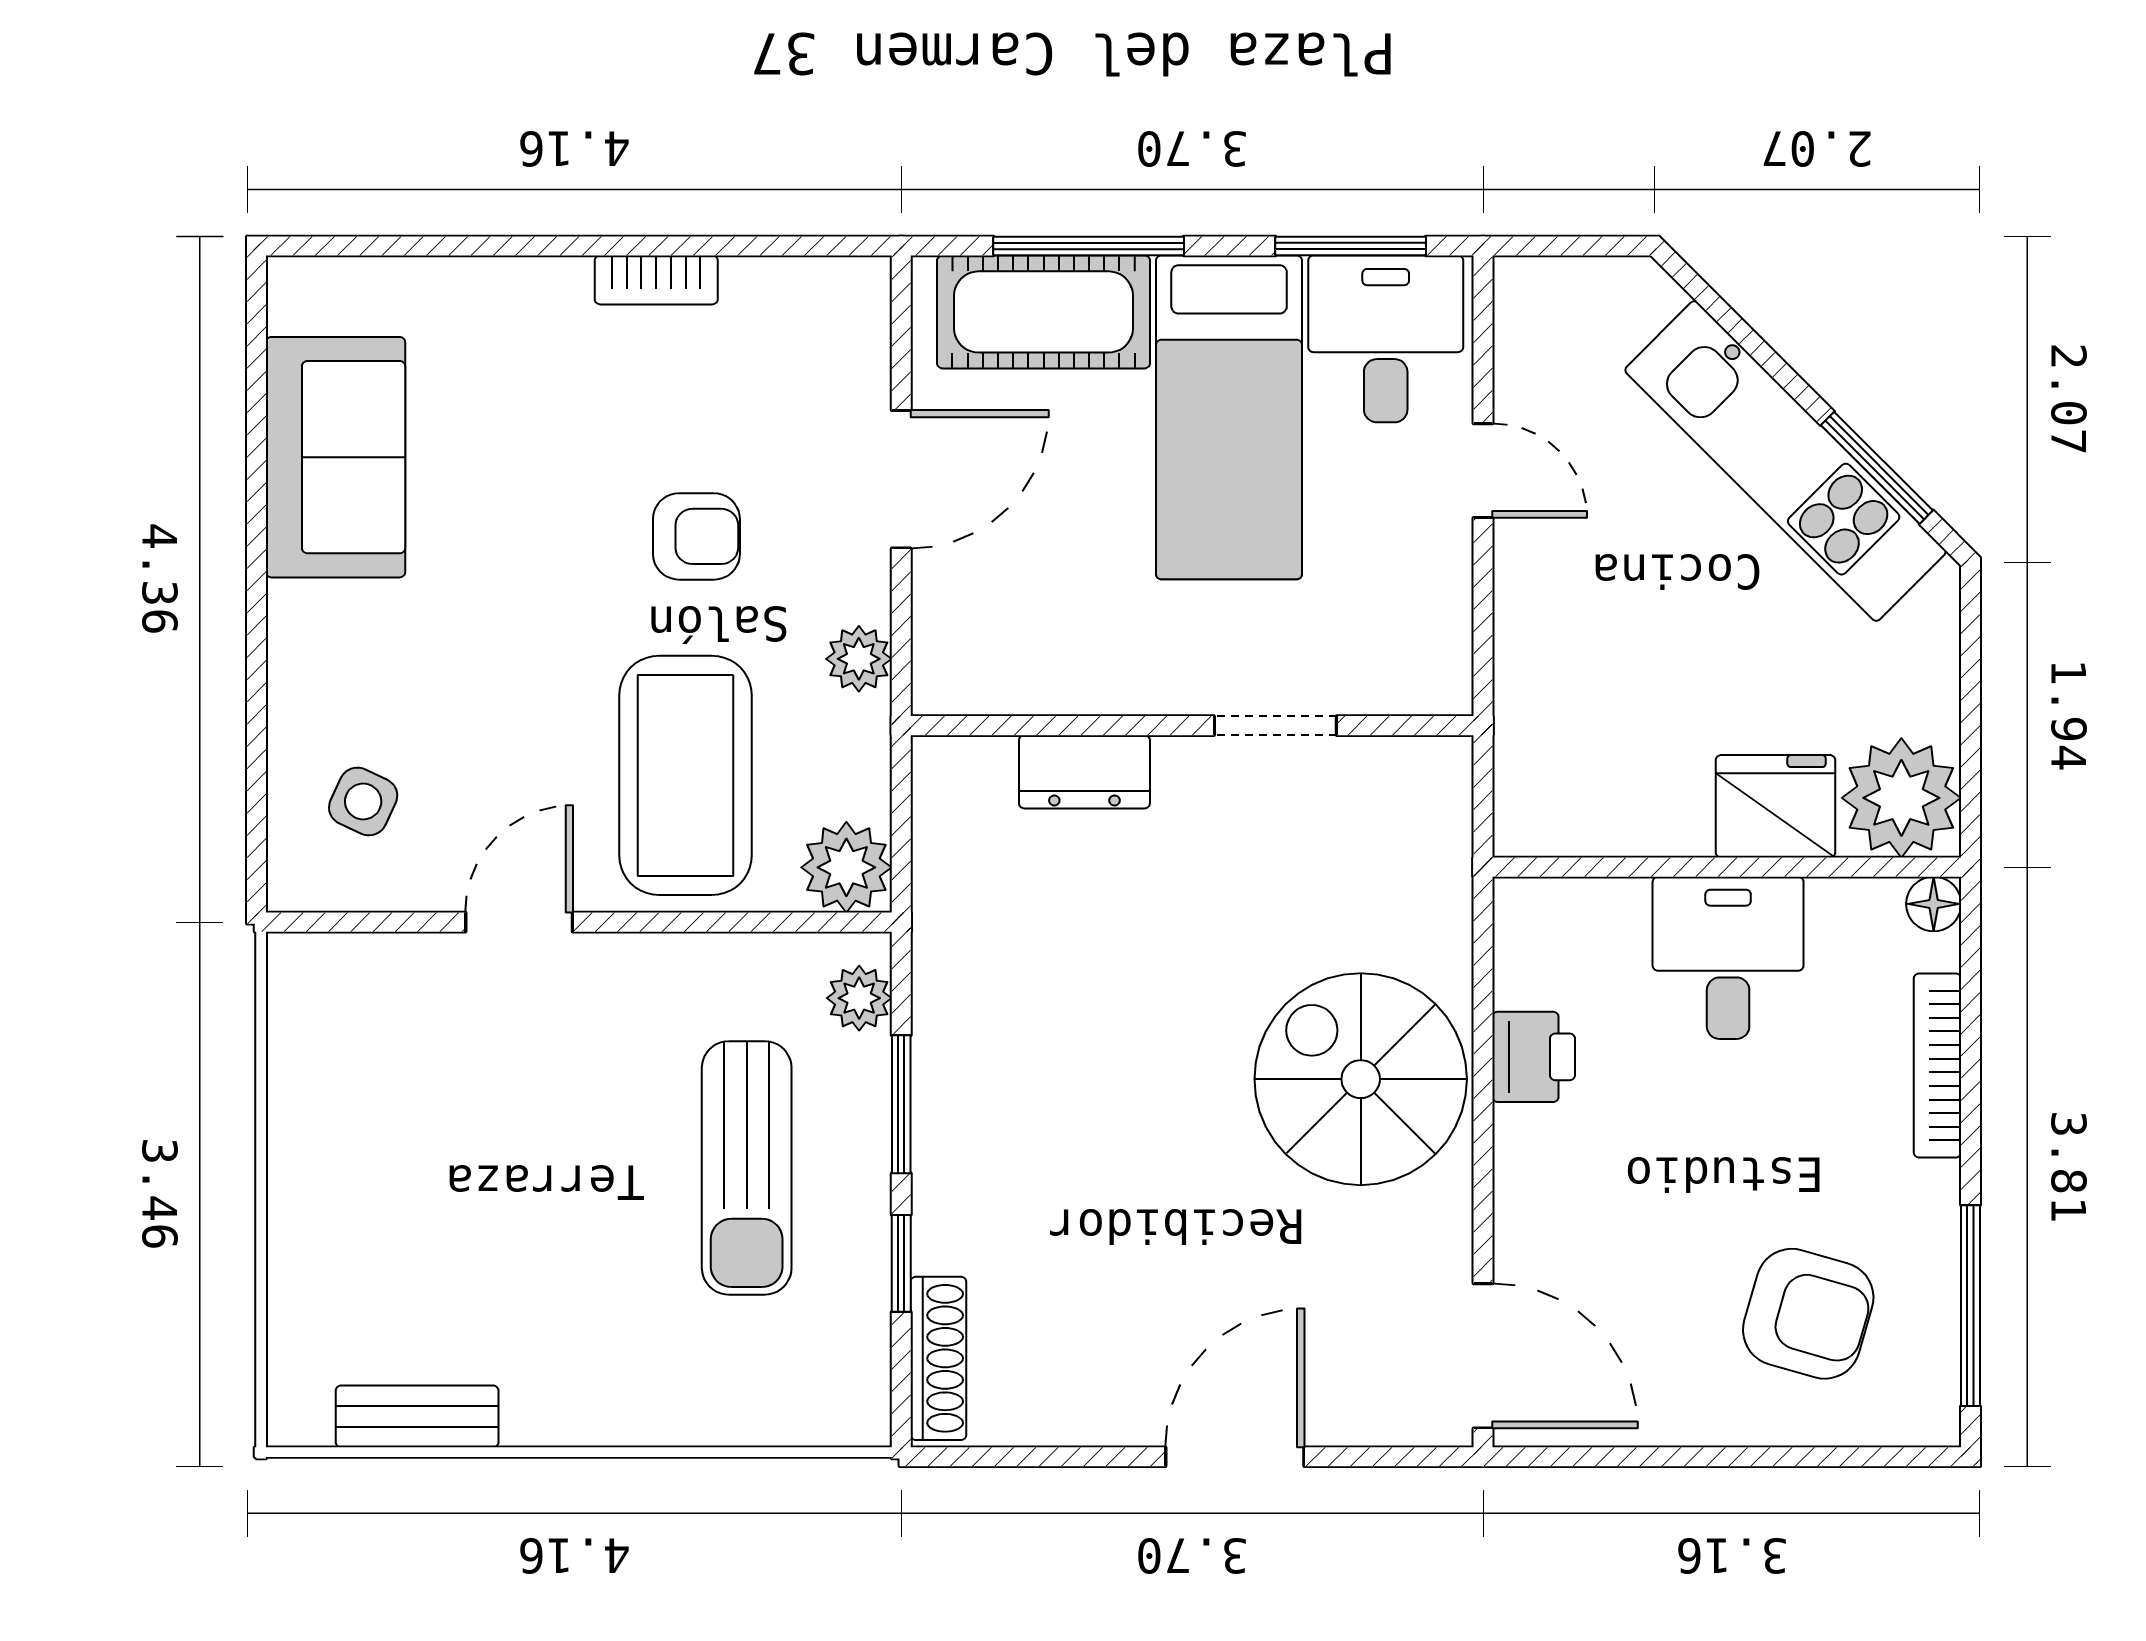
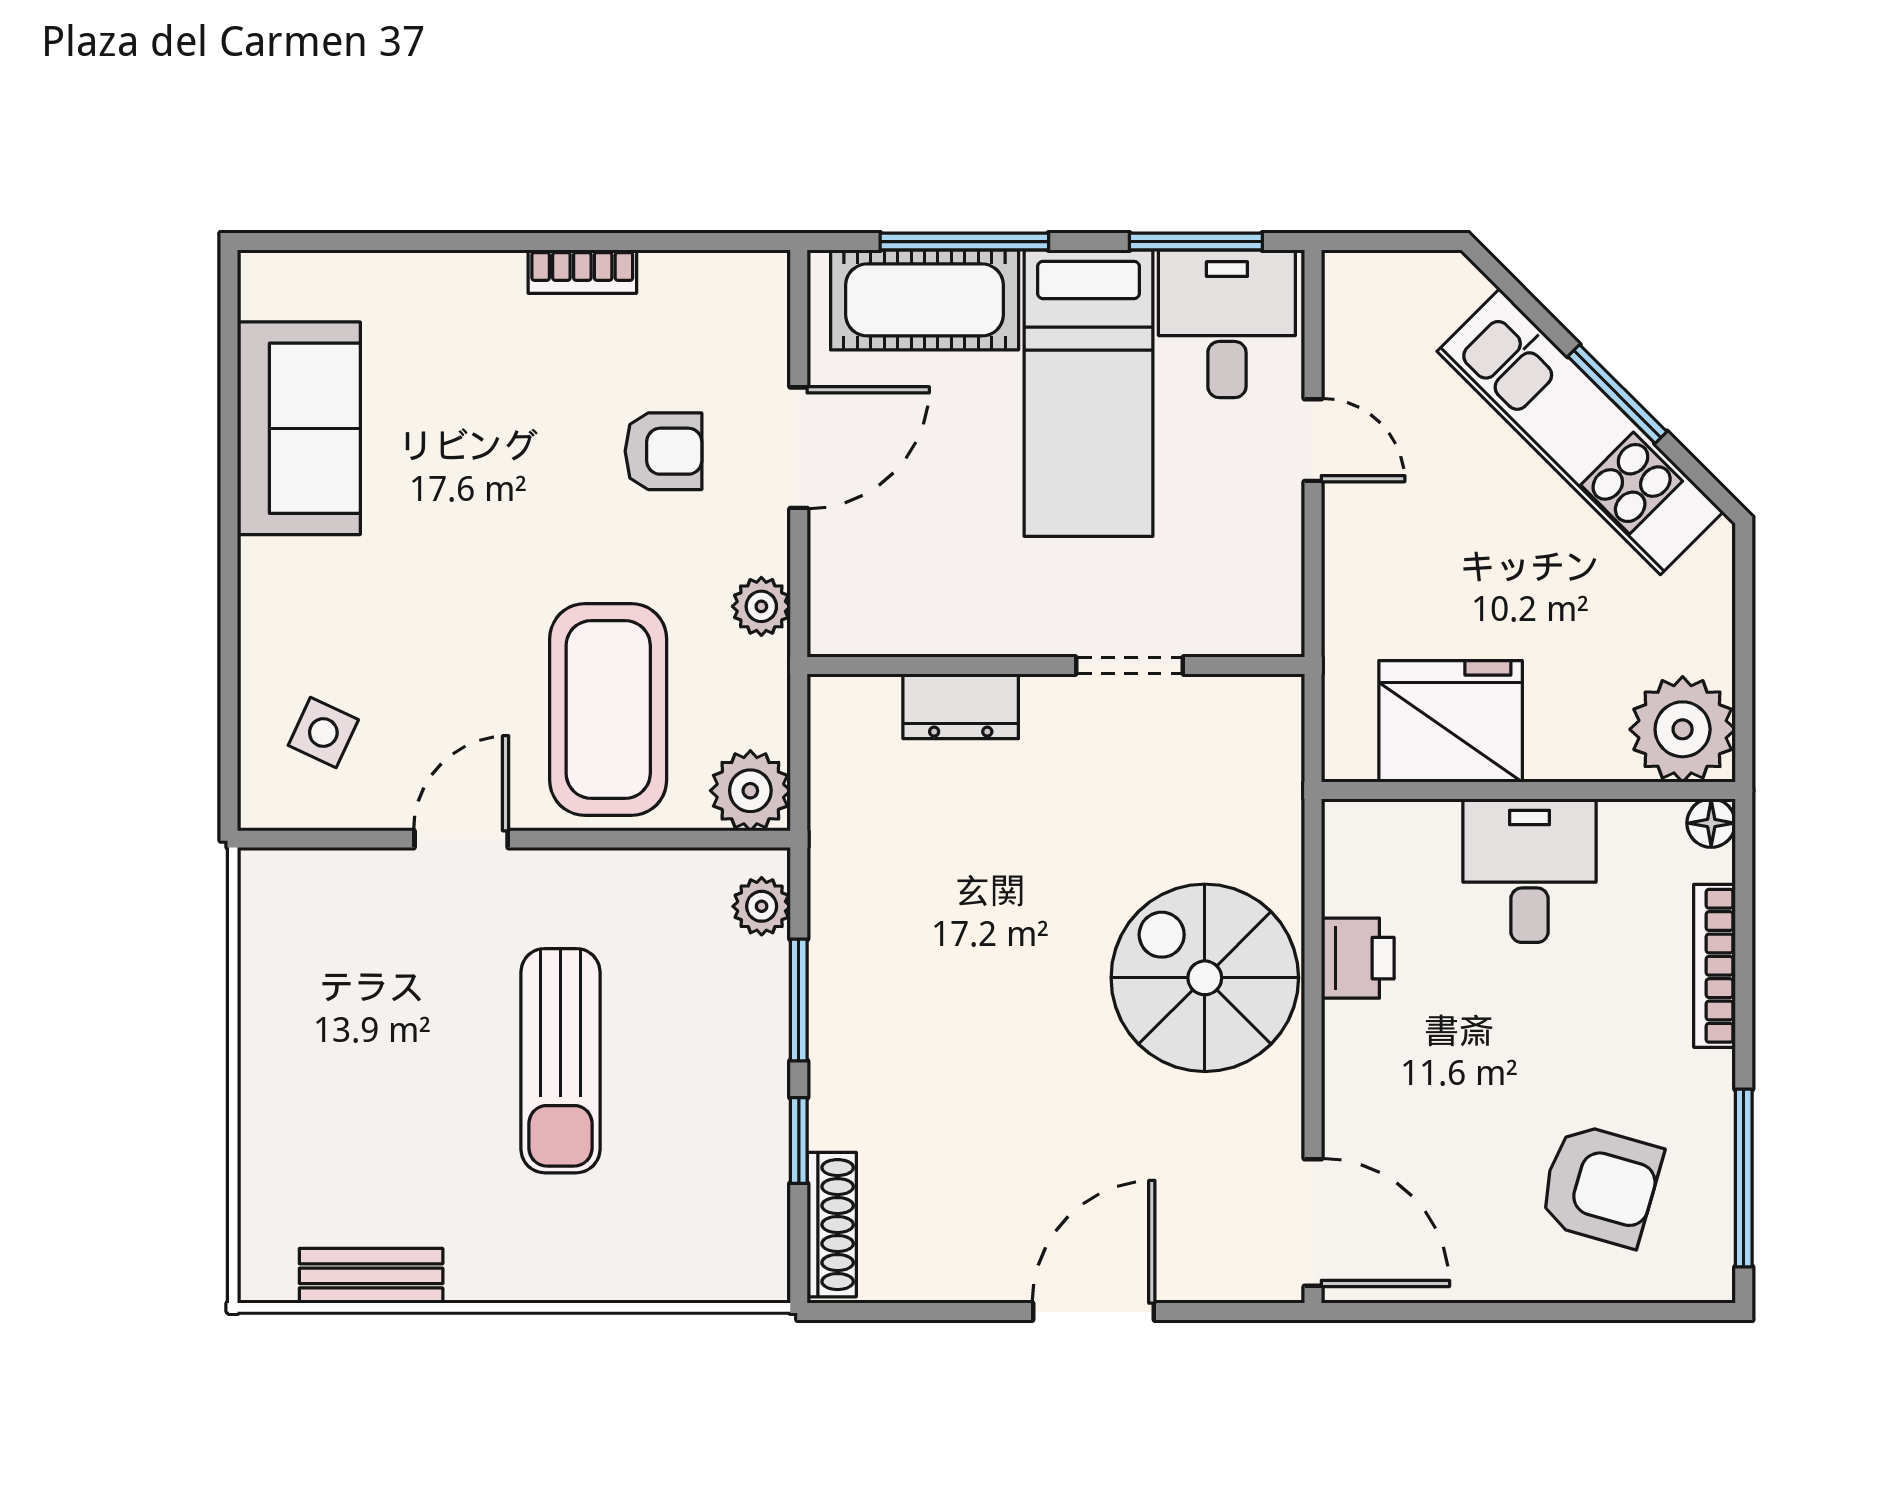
window: (1877, 468) -> (1617, 394), moved
armchair: (696, 536) -> (664, 451), moved
fridge: (1776, 806) -> (1451, 721), moved, width x1.36, depth x1.34
sun lounger: (747, 1168) -> (560, 1061), moved

